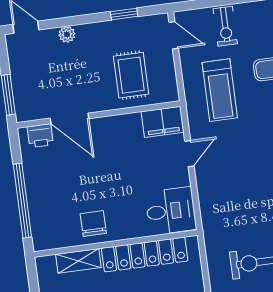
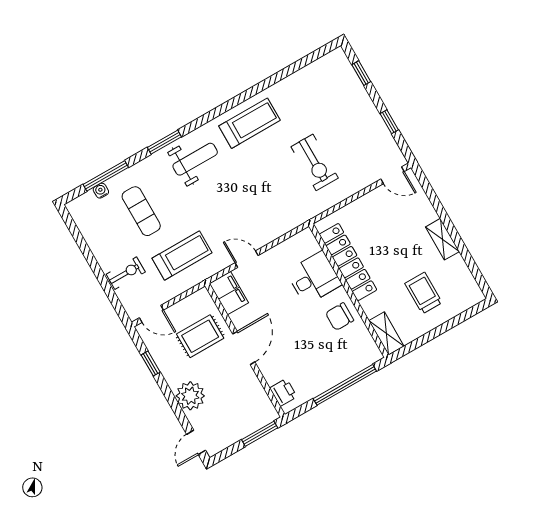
plant: (67, 34) -> (190, 396), width x1.88, depth x1.88
door: (174, 35) -> (151, 314), swing flipped
door: (70, 118) -> (244, 348), moved
desk: (171, 211) -> (314, 278), moved, turned 90
shelving: (78, 261) -> (386, 333), moved

